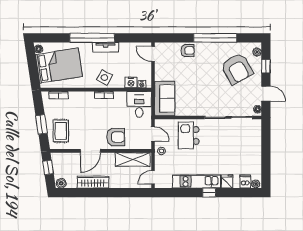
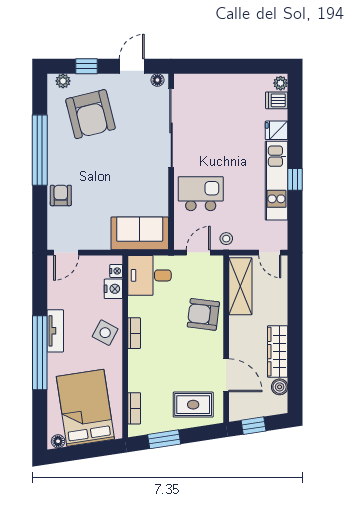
armchair: (237, 69) -> (90, 114), turned 105
window: (42, 124) -> (164, 439), moved
kitchen island: (189, 135) -> (201, 194), turned 180
armchair: (116, 137) -> (203, 314), turned -83
door: (90, 151) -> (226, 375), moved
boiler: (61, 183) -> (280, 387), moved
window: (209, 193) -> (295, 179), moved

